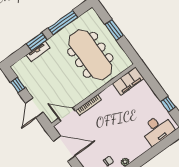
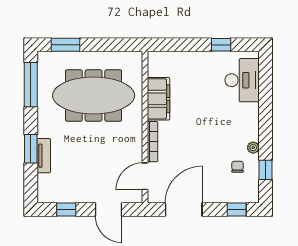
window: (63, 23) -> (31, 85), moved
window: (114, 30) -> (66, 45), moved
filing cabinet: (128, 81) -> (158, 99), moved

